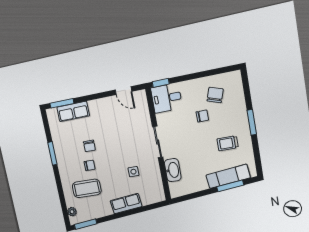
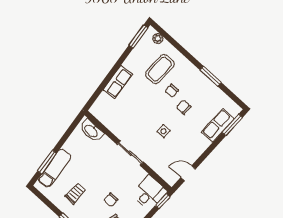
washbasin: (173, 170) -> (91, 131), moved
side table: (133, 172) -> (163, 131), moved

